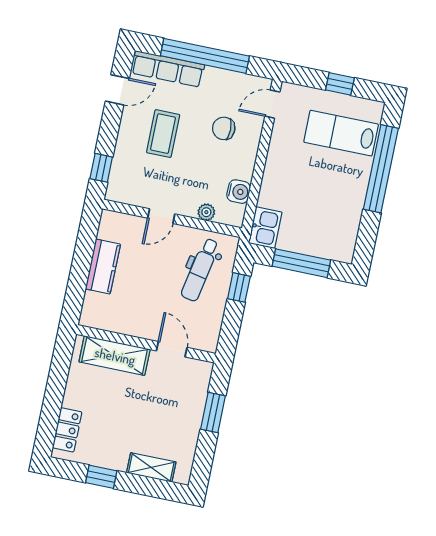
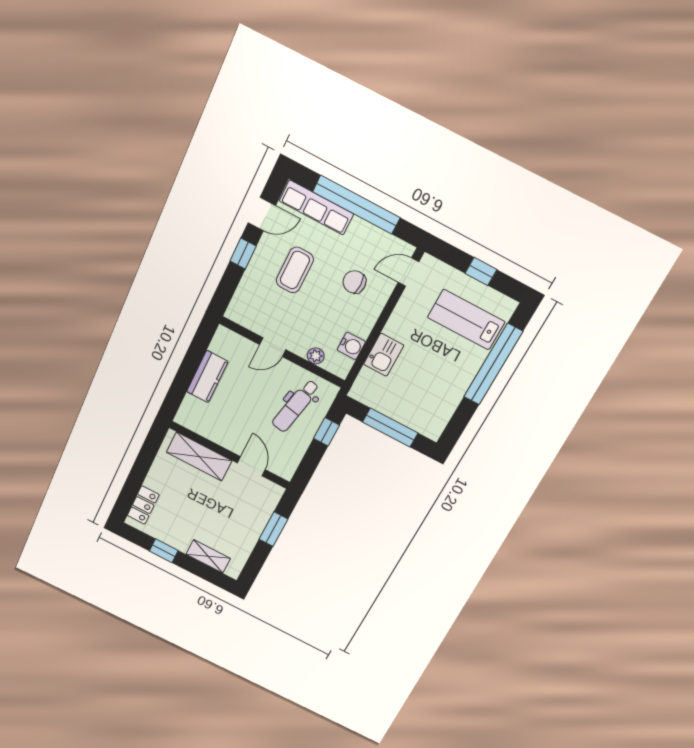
window: (101, 168) -> (243, 254), moved
kitchen sink: (265, 228) -> (384, 355), moved

